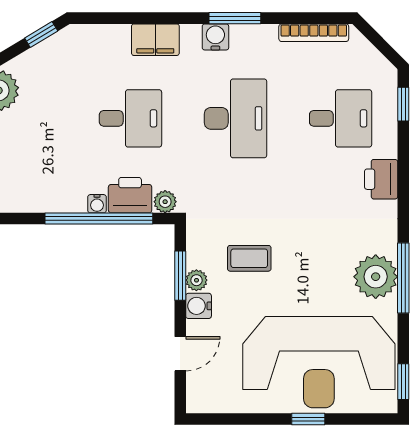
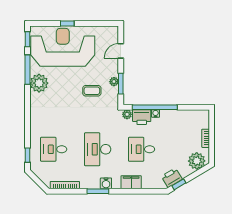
printer: (381, 179) -> (172, 178), moved, turned -121
window: (403, 278) -> (27, 70), moved
water cooler: (199, 306) -> (113, 71), removed

